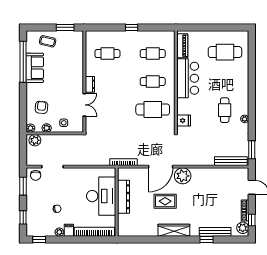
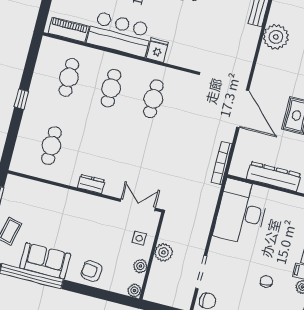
double door: (84, 105) -> (138, 205), moved
armchair: (41, 107) -> (92, 271), moved
cafe table: (153, 109) -> (153, 99), width x0.73, depth x0.74
fridge: (184, 121) -> (157, 50), moved
plant: (35, 140) -> (164, 252), moved
plant: (183, 176) -> (276, 37), moved
desk: (101, 196) -> (241, 212), moved, turned -90

